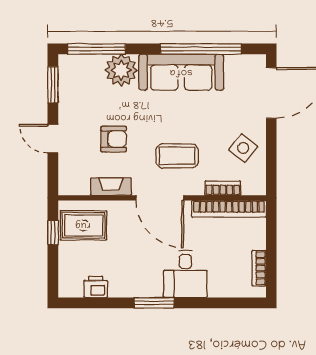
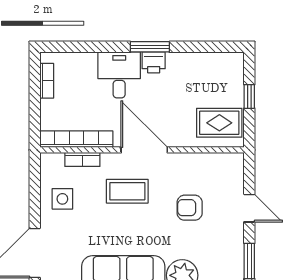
side table: (243, 148) -> (62, 199), turned -38
fireplace: (111, 187) -> (192, 161), removed
window: (53, 232) -> (249, 96), moved
printer: (96, 287) -> (154, 62), moved

